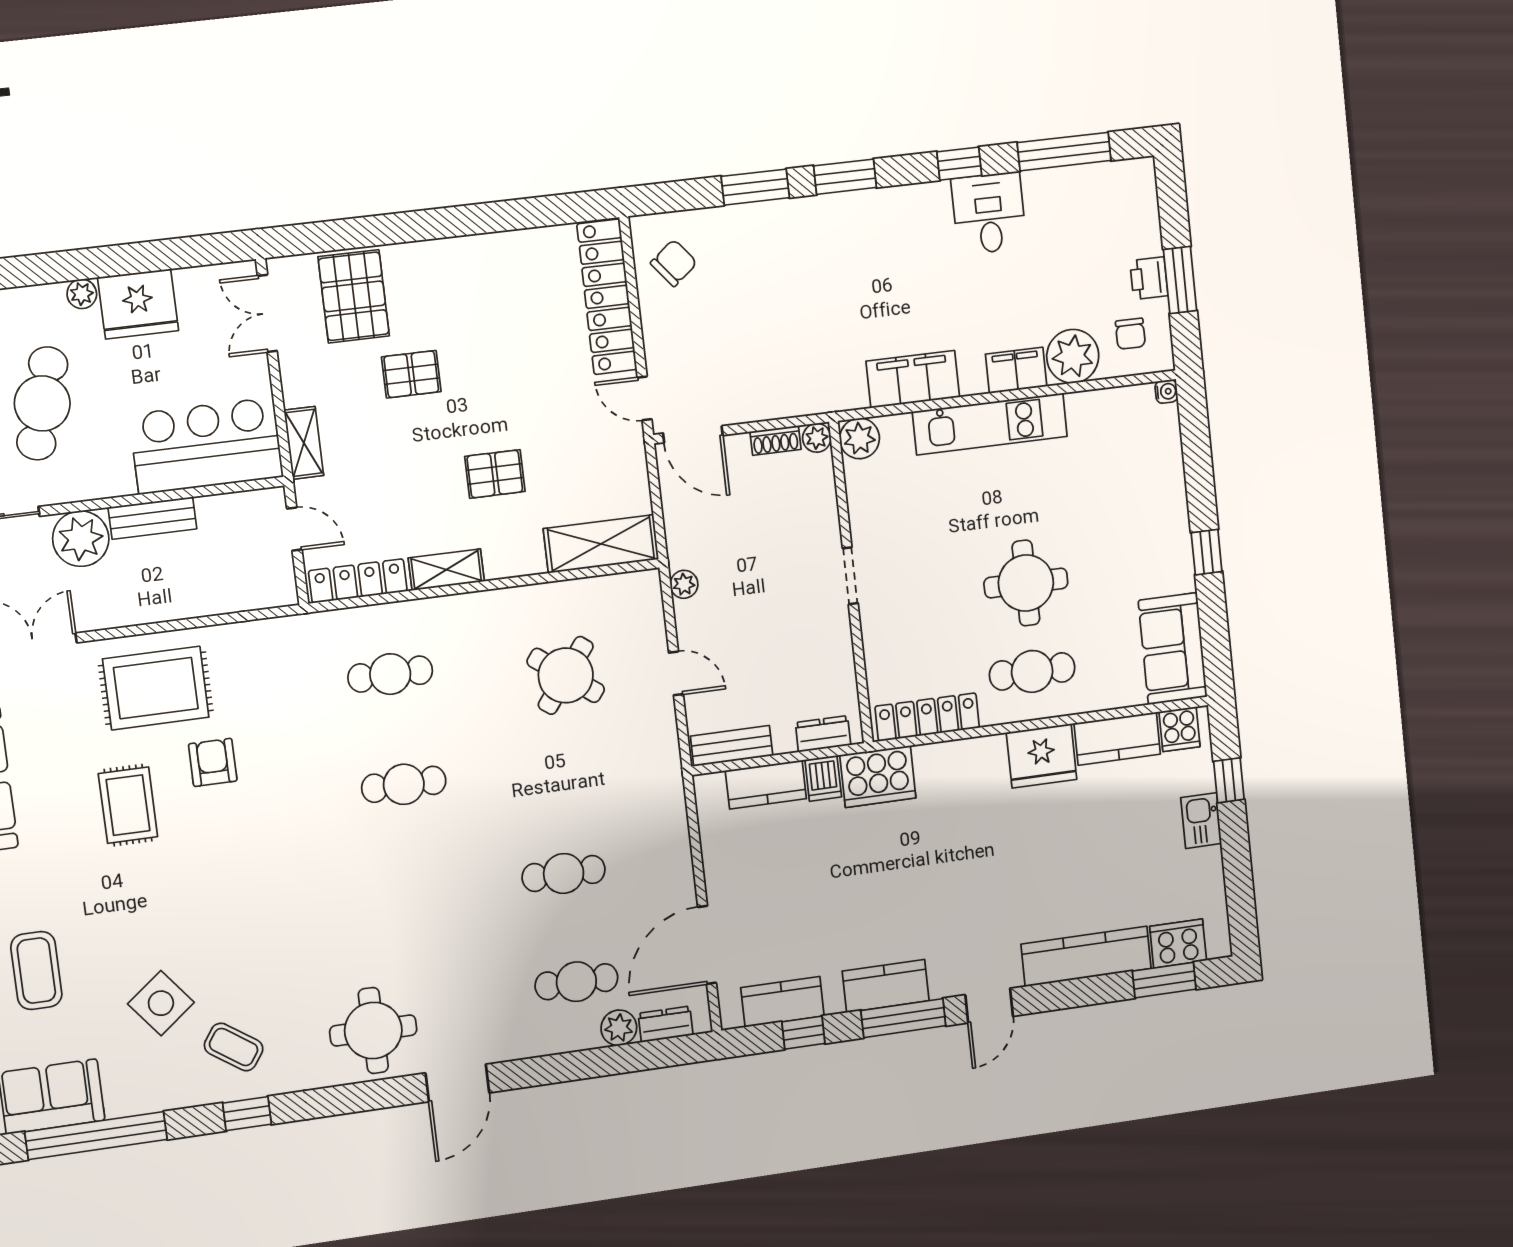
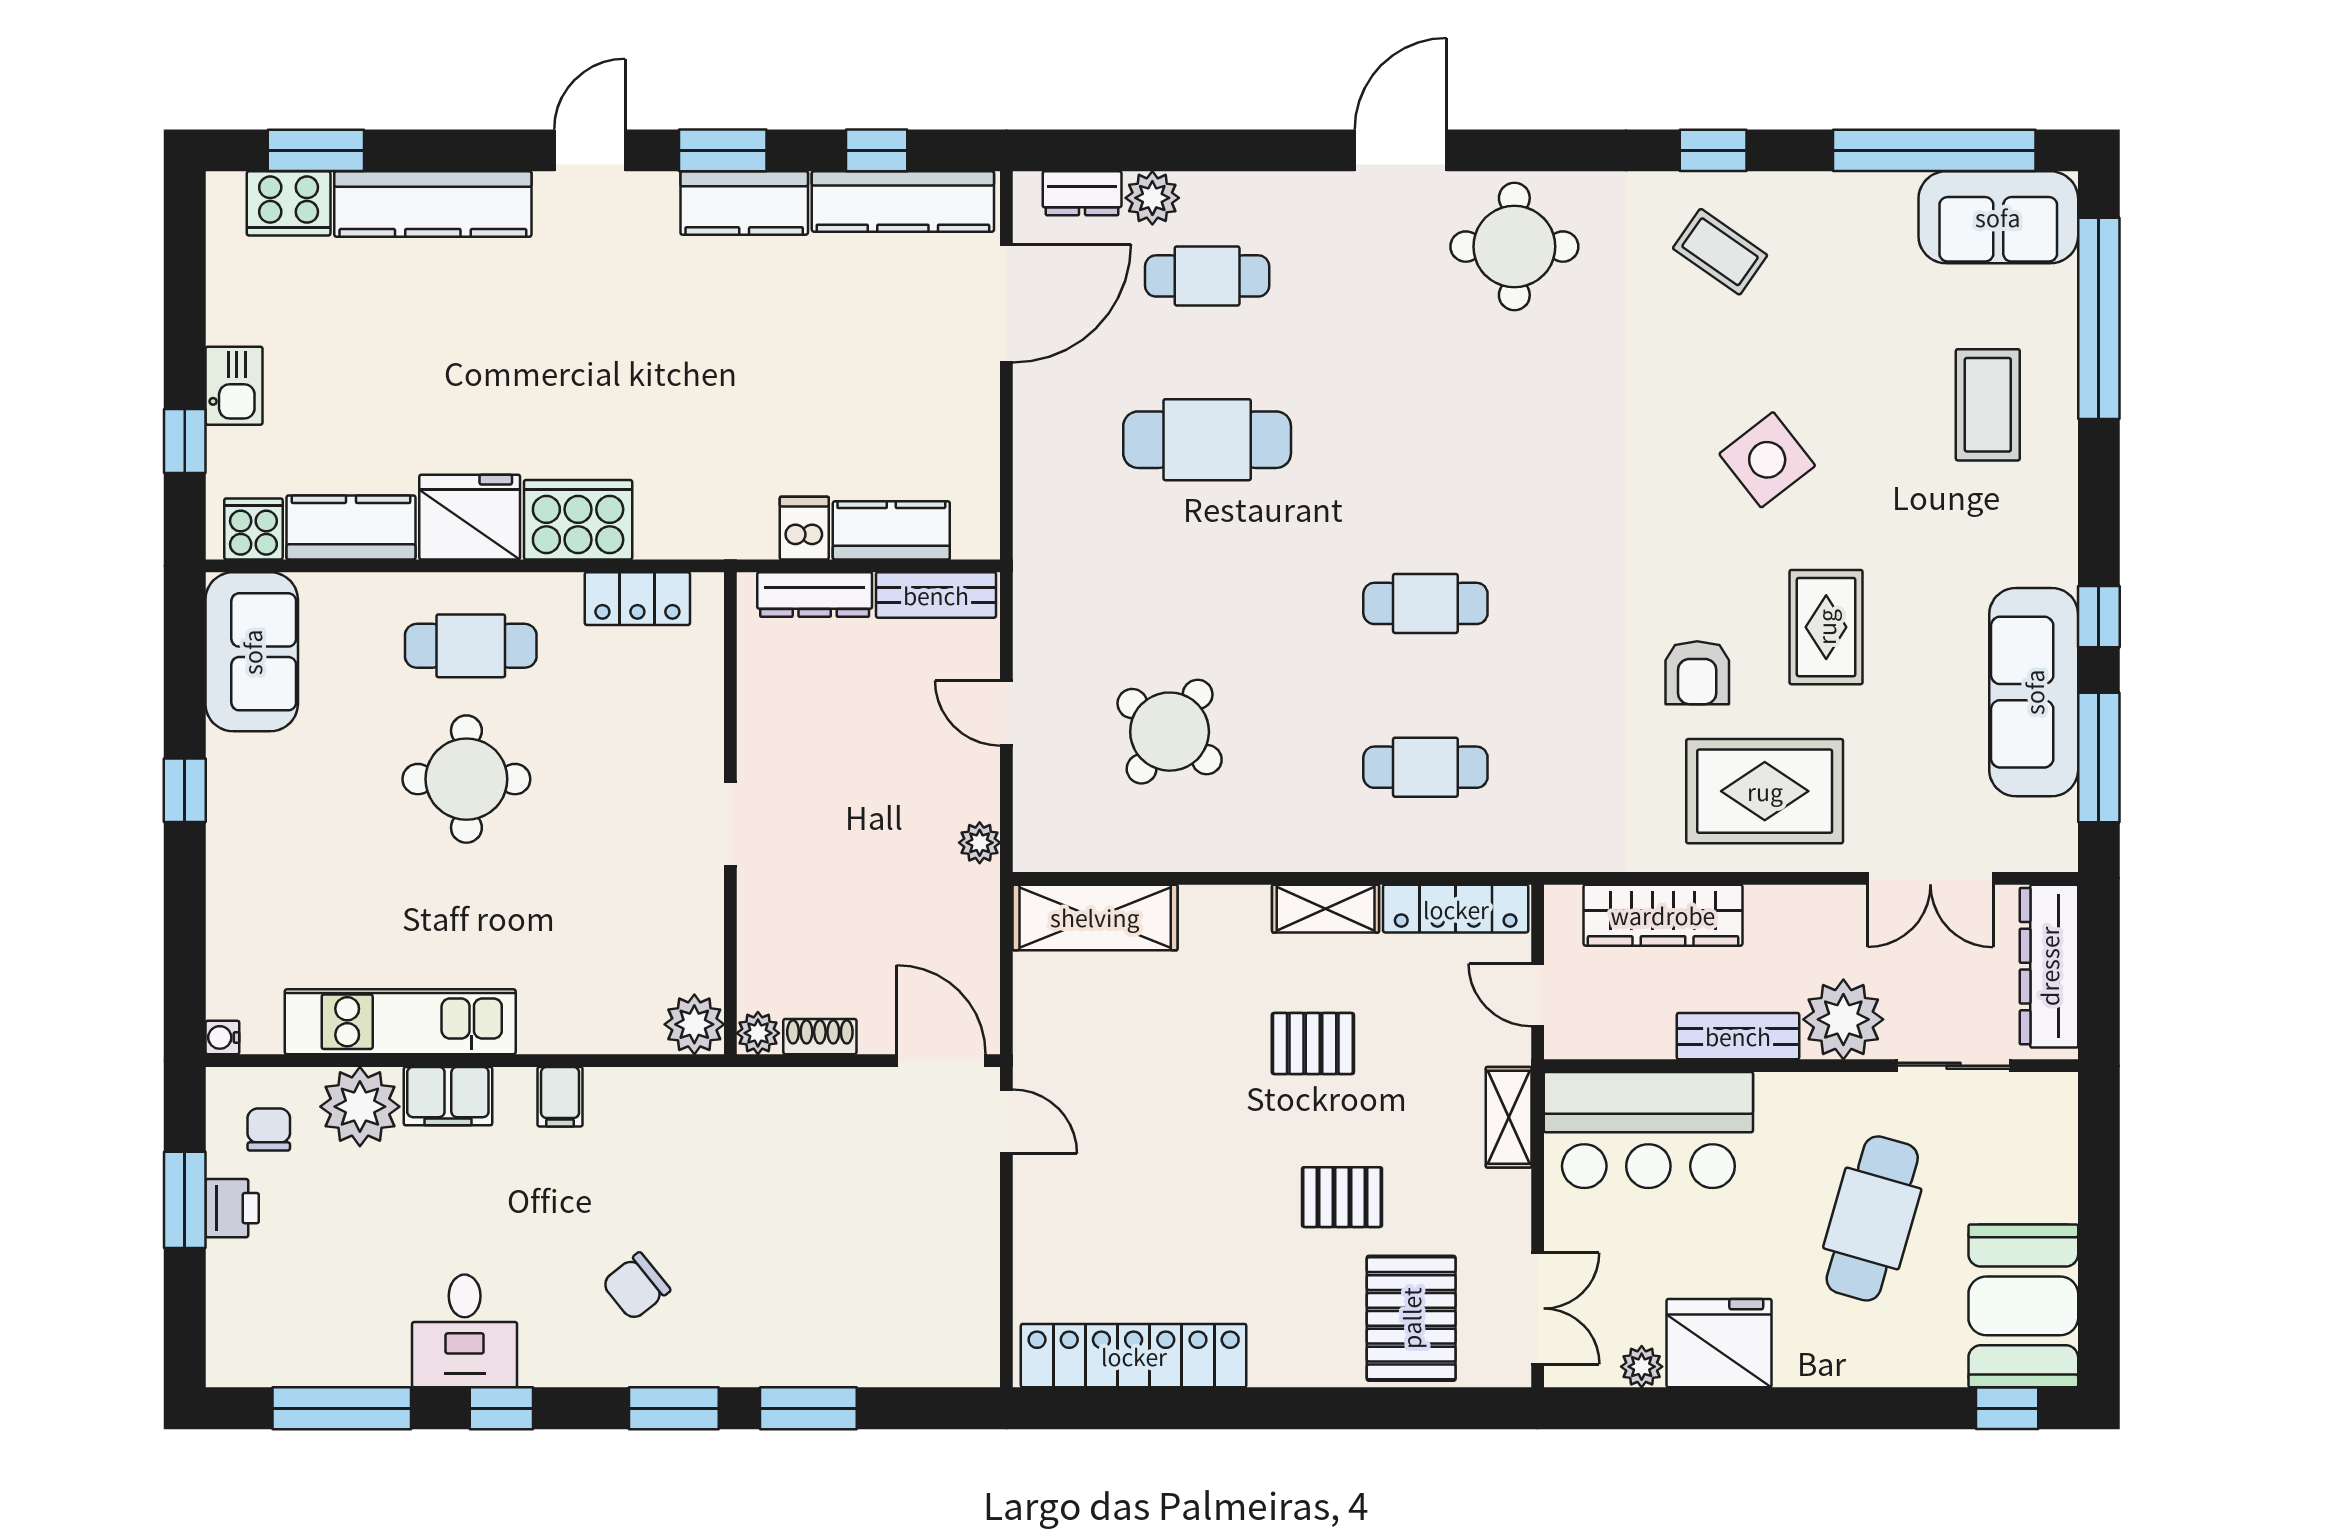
chair: (674, 263) -> (636, 1287), moved
plant: (82, 294) -> (1642, 1367), moved
locker: (607, 297) -> (1134, 1356), moved, turned -90
filing cabinet: (913, 379) -> (560, 1097), width x0.33, depth x0.86
kitchen unit: (990, 424) -> (400, 1022), moved
pallet: (495, 474) -> (1313, 1044), moved
wardrobe: (215, 594) -> (1663, 915), added
locker: (927, 717) -> (637, 599), width x0.66
dresser: (823, 734) -> (815, 595), width x1.44
cooker: (878, 776) -> (578, 520), moved
cafe table: (564, 873) -> (1207, 440), width x1.37, depth x1.35
kitchen counter: (782, 1002) -> (903, 201), width x1.50
side table: (161, 1003) -> (1767, 460), moved
window: (903, 1018) -> (723, 150), width x0.69

